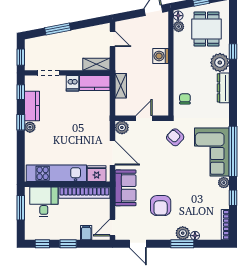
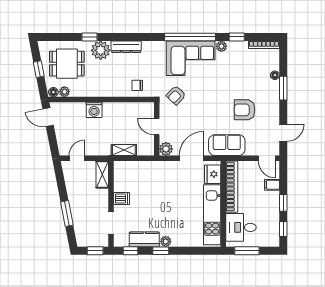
kitchen counter: (95, 83) -> (121, 176), removed
armchair: (161, 206) -> (245, 110), turned 180
plant: (183, 233) -> (272, 88), removed

